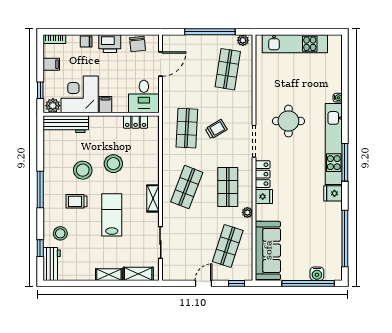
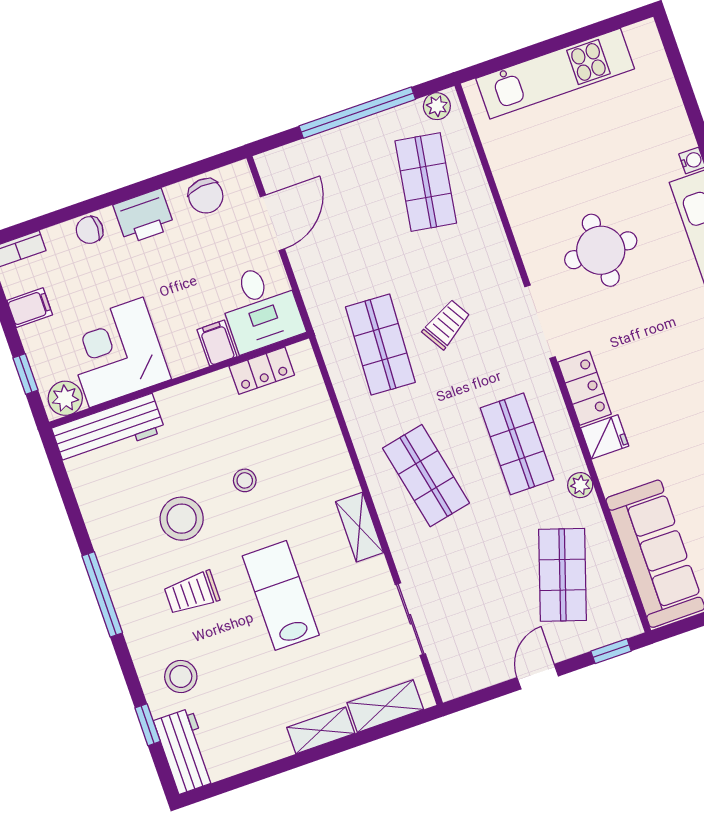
filing cabinet: (105, 105) -> (217, 343), moved
stool: (113, 164) -> (245, 480), width x0.53, depth x0.53
shop shelf: (187, 187) -> (426, 476), turned -33

